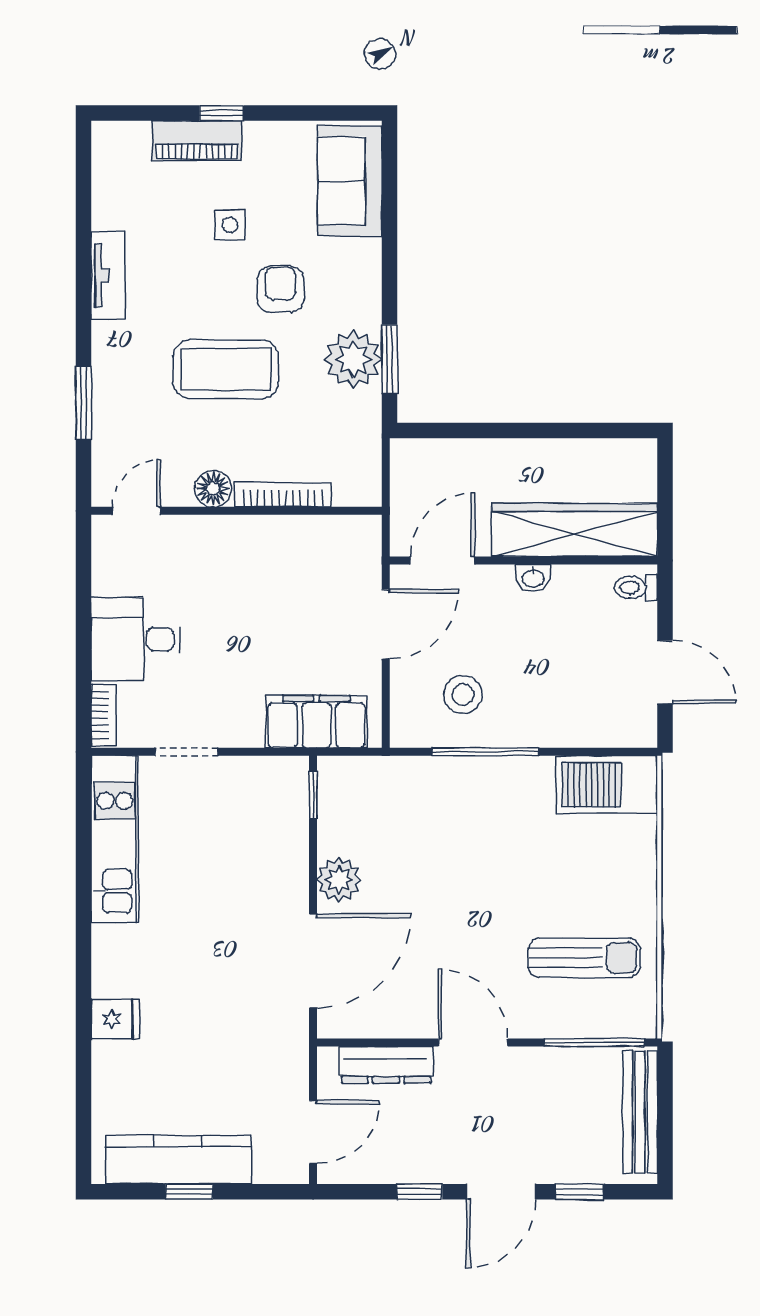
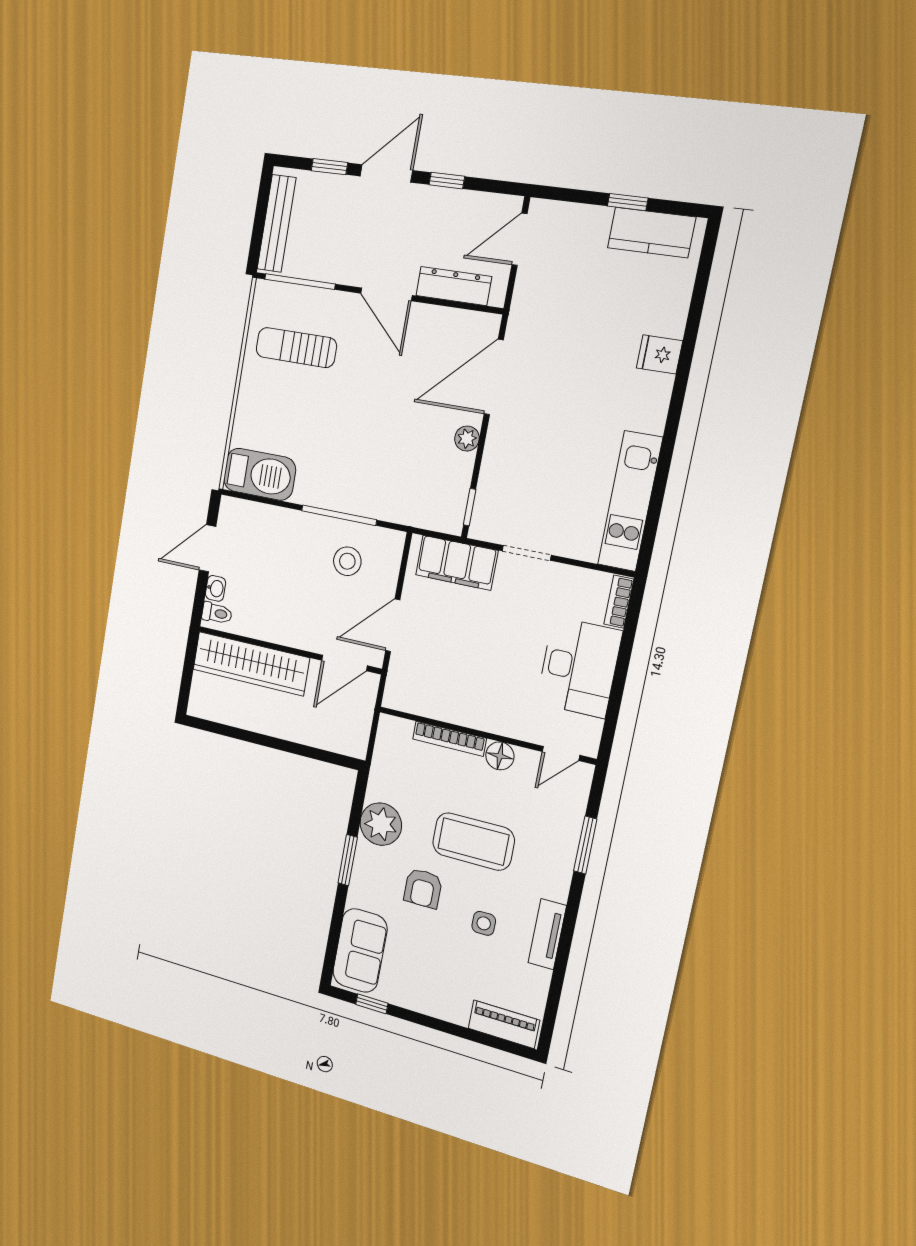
window: (222, 113) -> (372, 1004), moved
piano: (197, 141) -> (504, 1024), moved
side table: (230, 225) -> (484, 923), moved
window: (390, 359) -> (348, 860), moved
washbasin: (533, 578) -> (216, 588), moved, turned 90
desk: (136, 639) -> (579, 667), width x1.37
door: (665, 672) -> (207, 548), hinge flipped
doorway: (186, 752) -> (526, 553), moved
plant: (339, 880) -> (467, 439), width x0.73, depth x0.73
kitchen counter: (178, 1160) -> (651, 233), width x0.67

